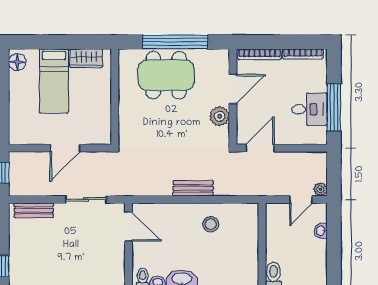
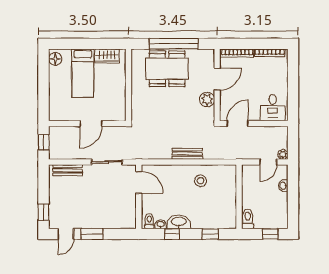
window: (334, 107) -> (293, 93), removed
desk: (309, 109) -> (273, 108), moved, turned 90

